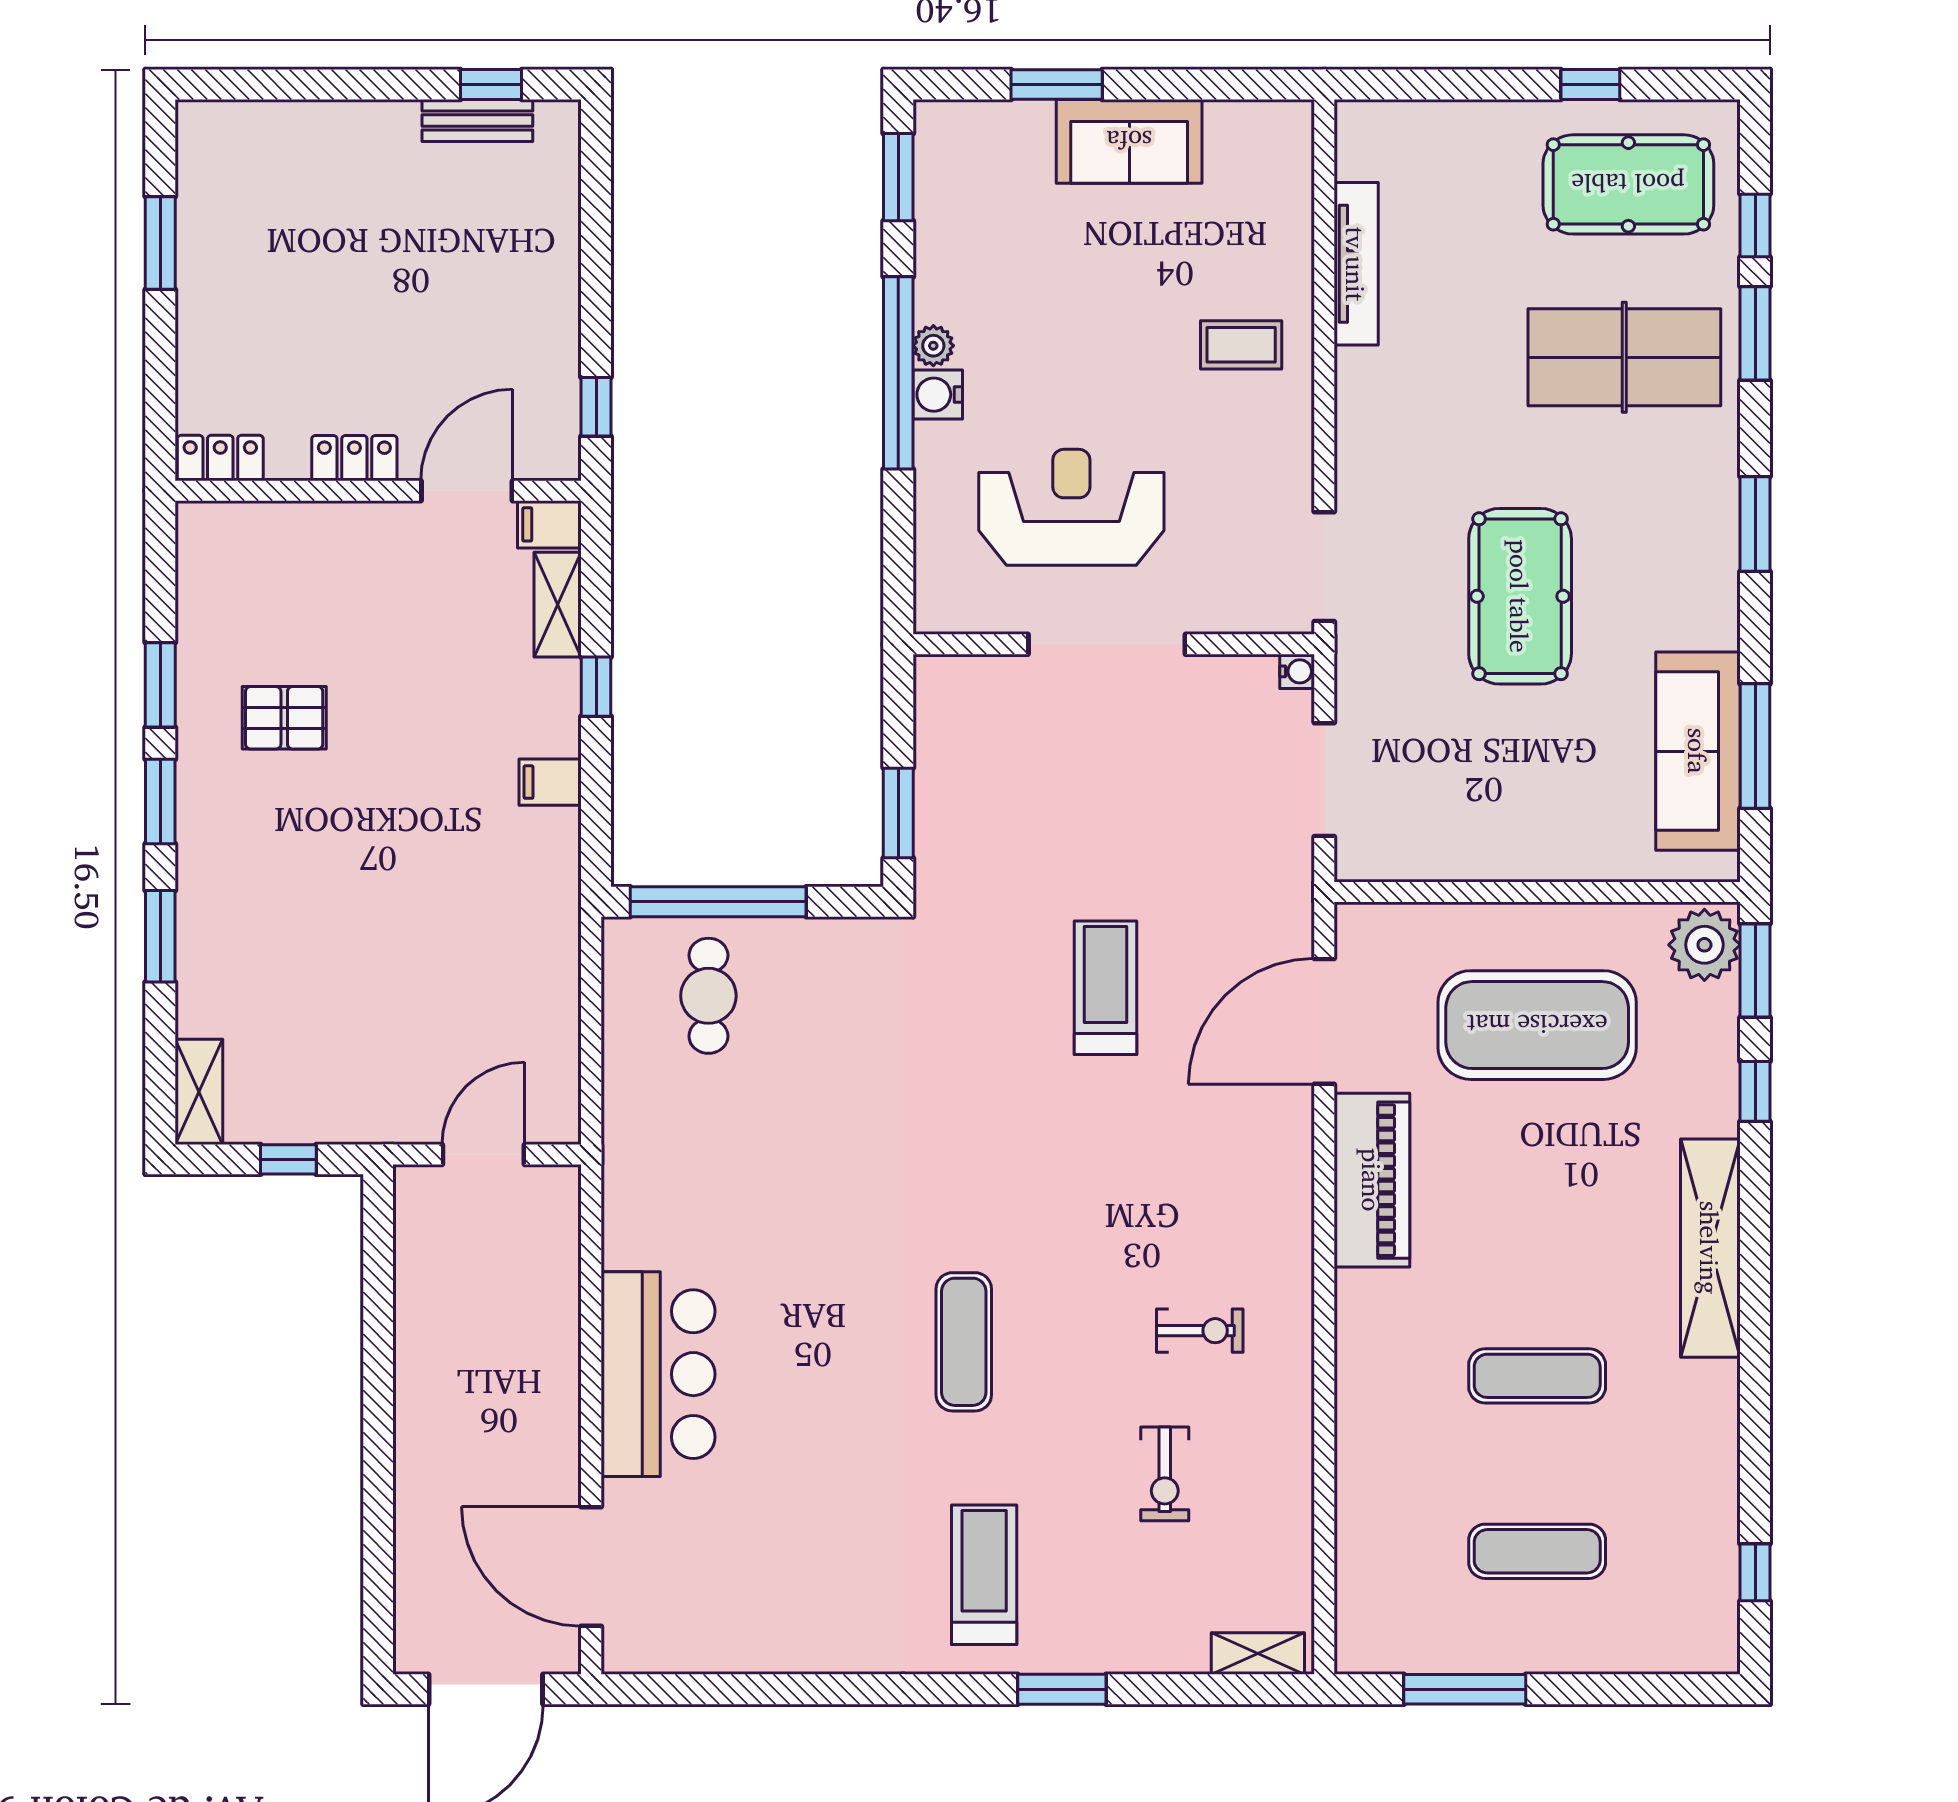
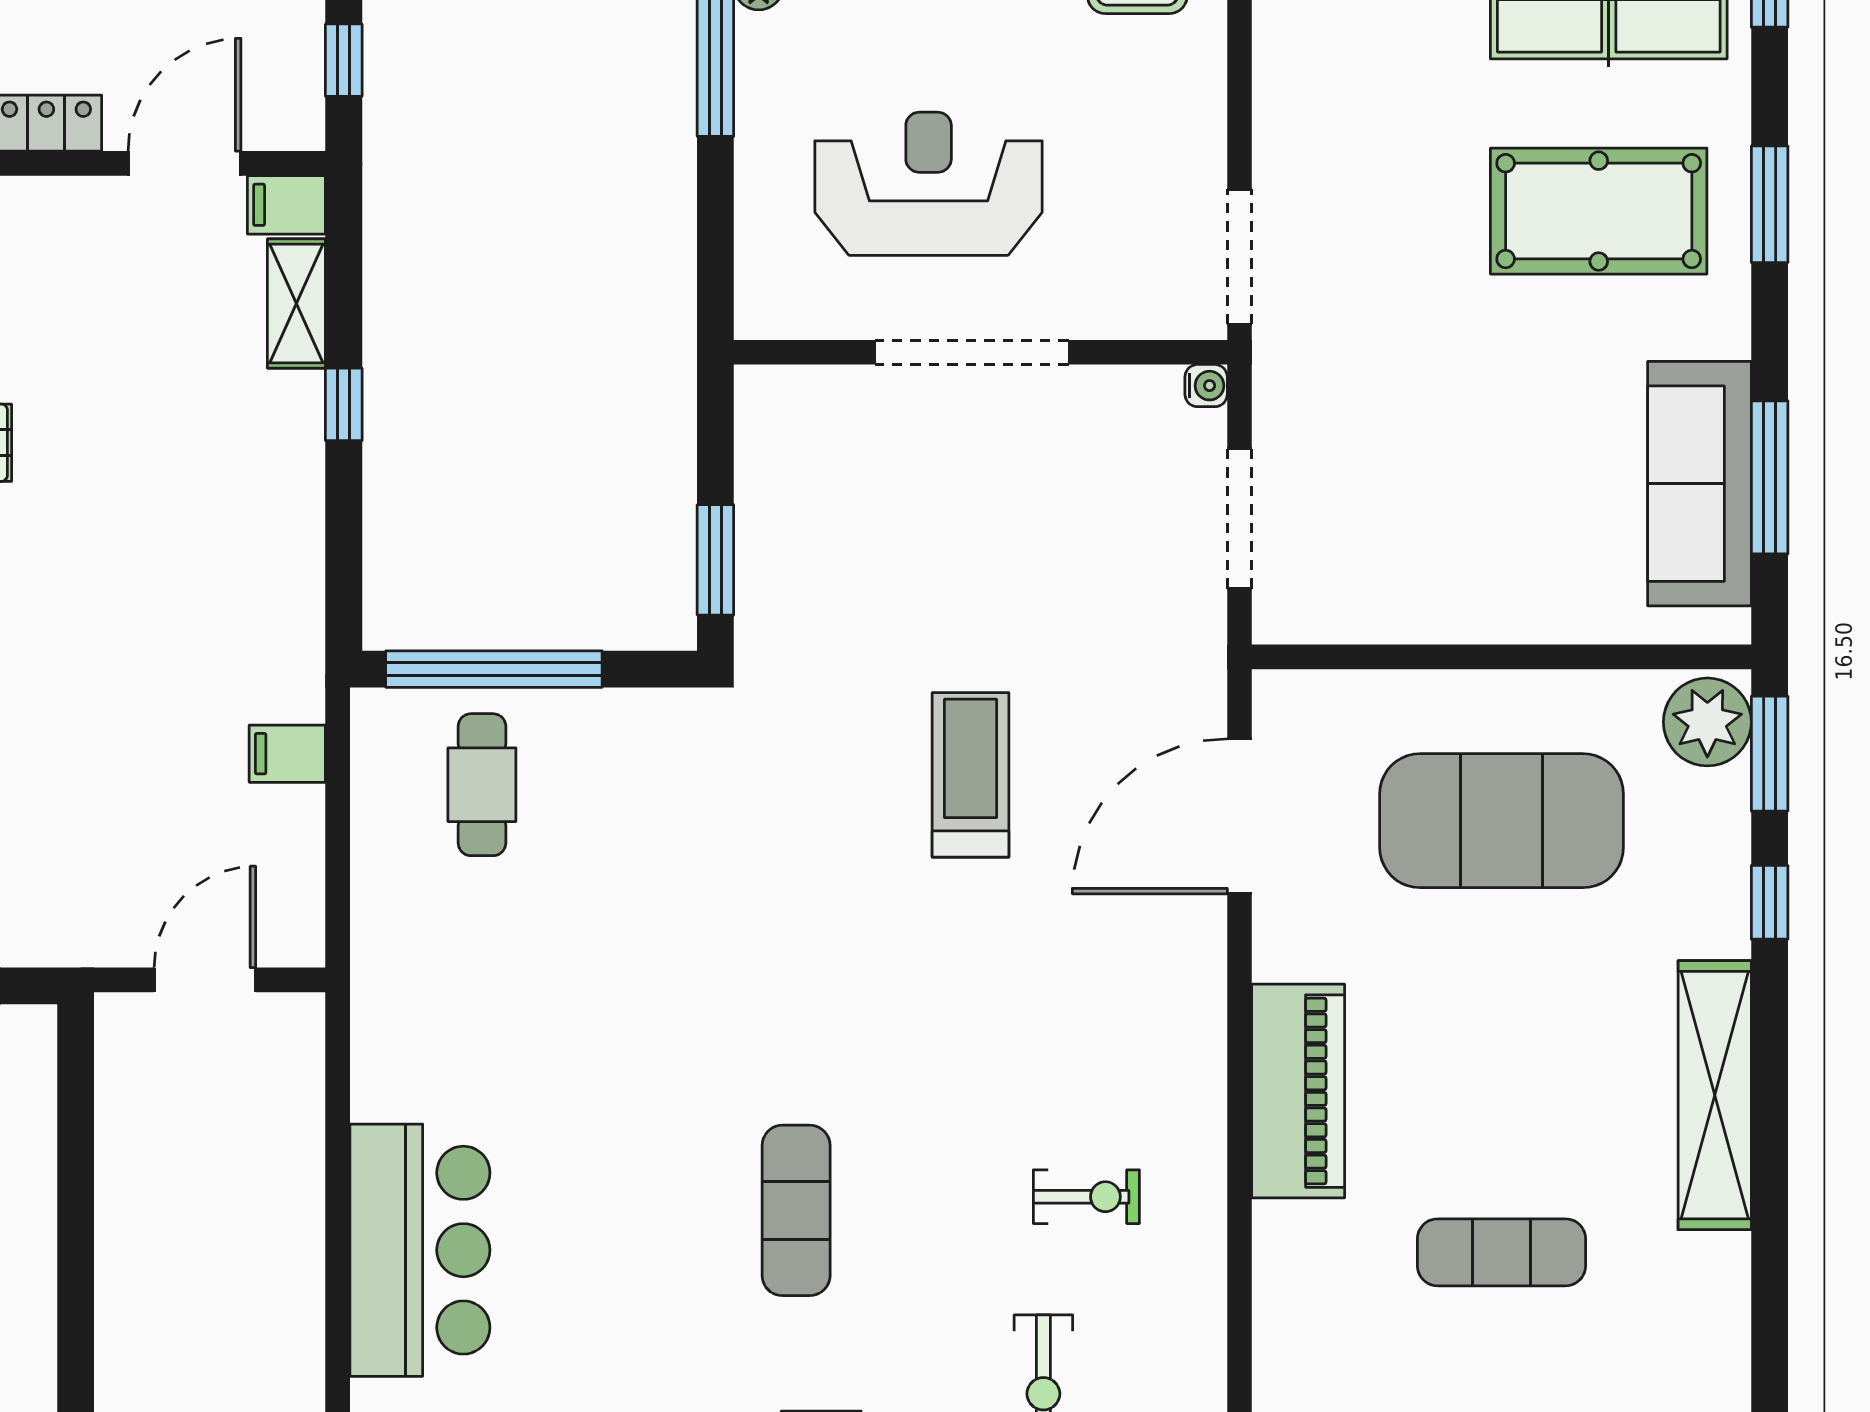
water cooler: (938, 395) -> (764, 45), removed
pool table: (1520, 596) -> (1599, 211), moved, turned 90
filing cabinet: (550, 782) -> (287, 754), moved
piano: (1372, 1180) -> (1298, 1091), moved

